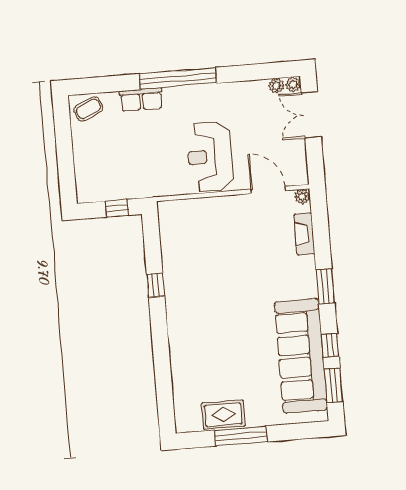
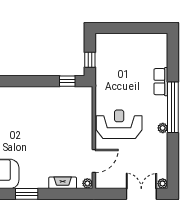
plant: (276, 86) -> (163, 128), moved
coffee table: (88, 109) -> (157, 46), removed
window: (156, 285) -> (67, 81), moved

